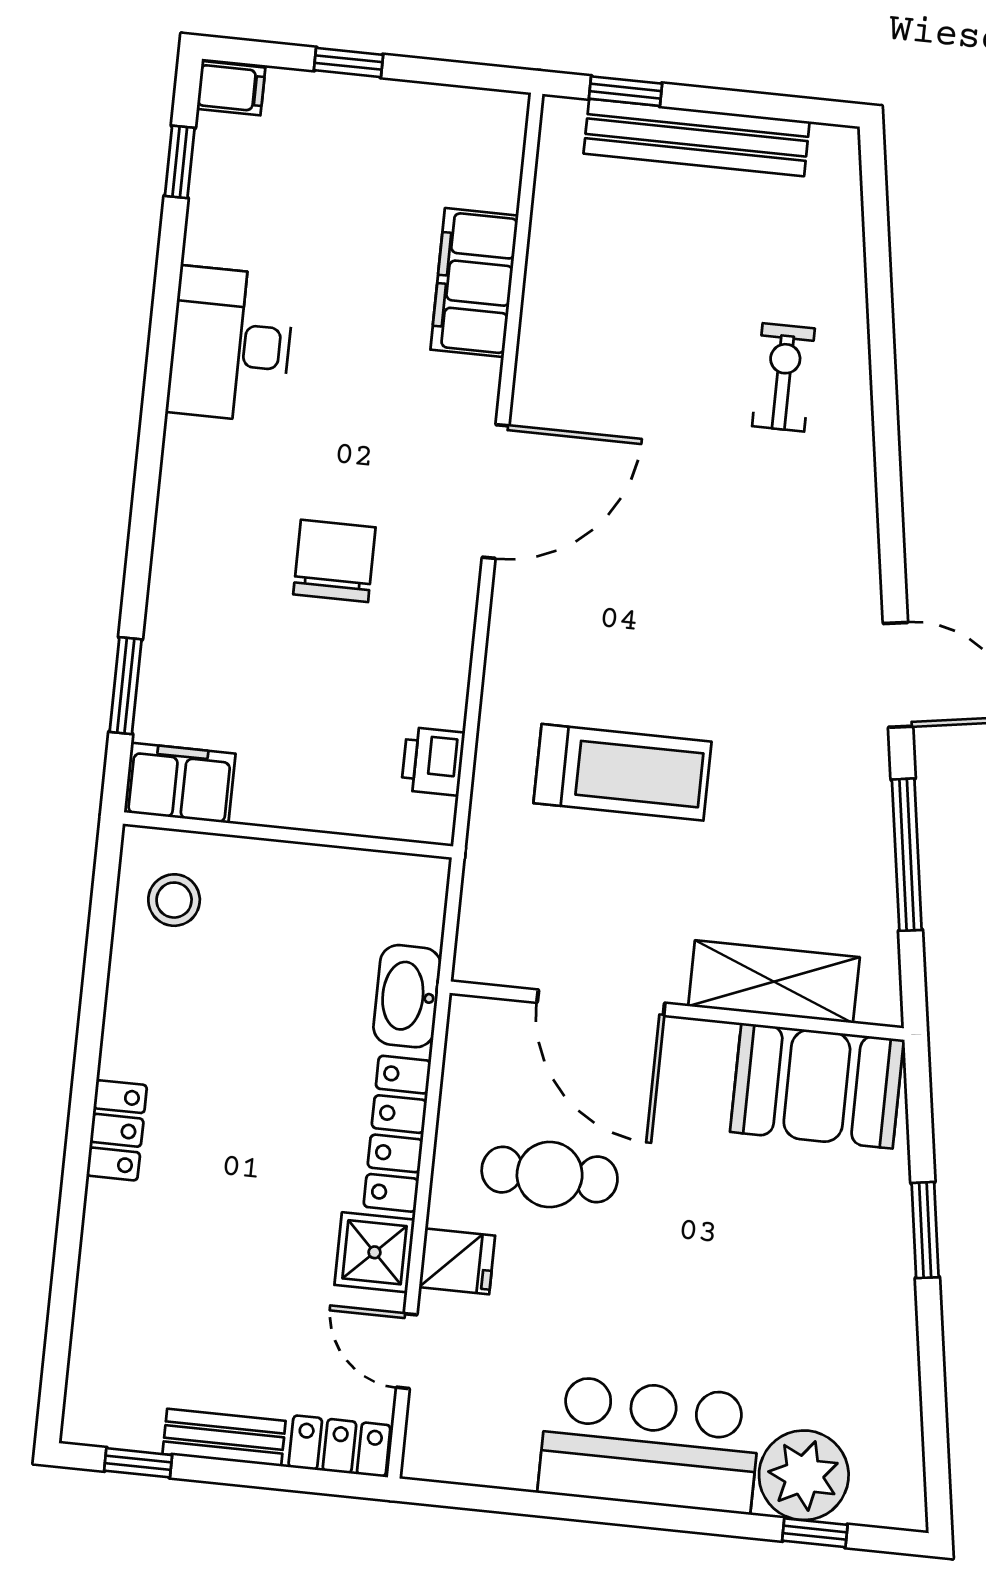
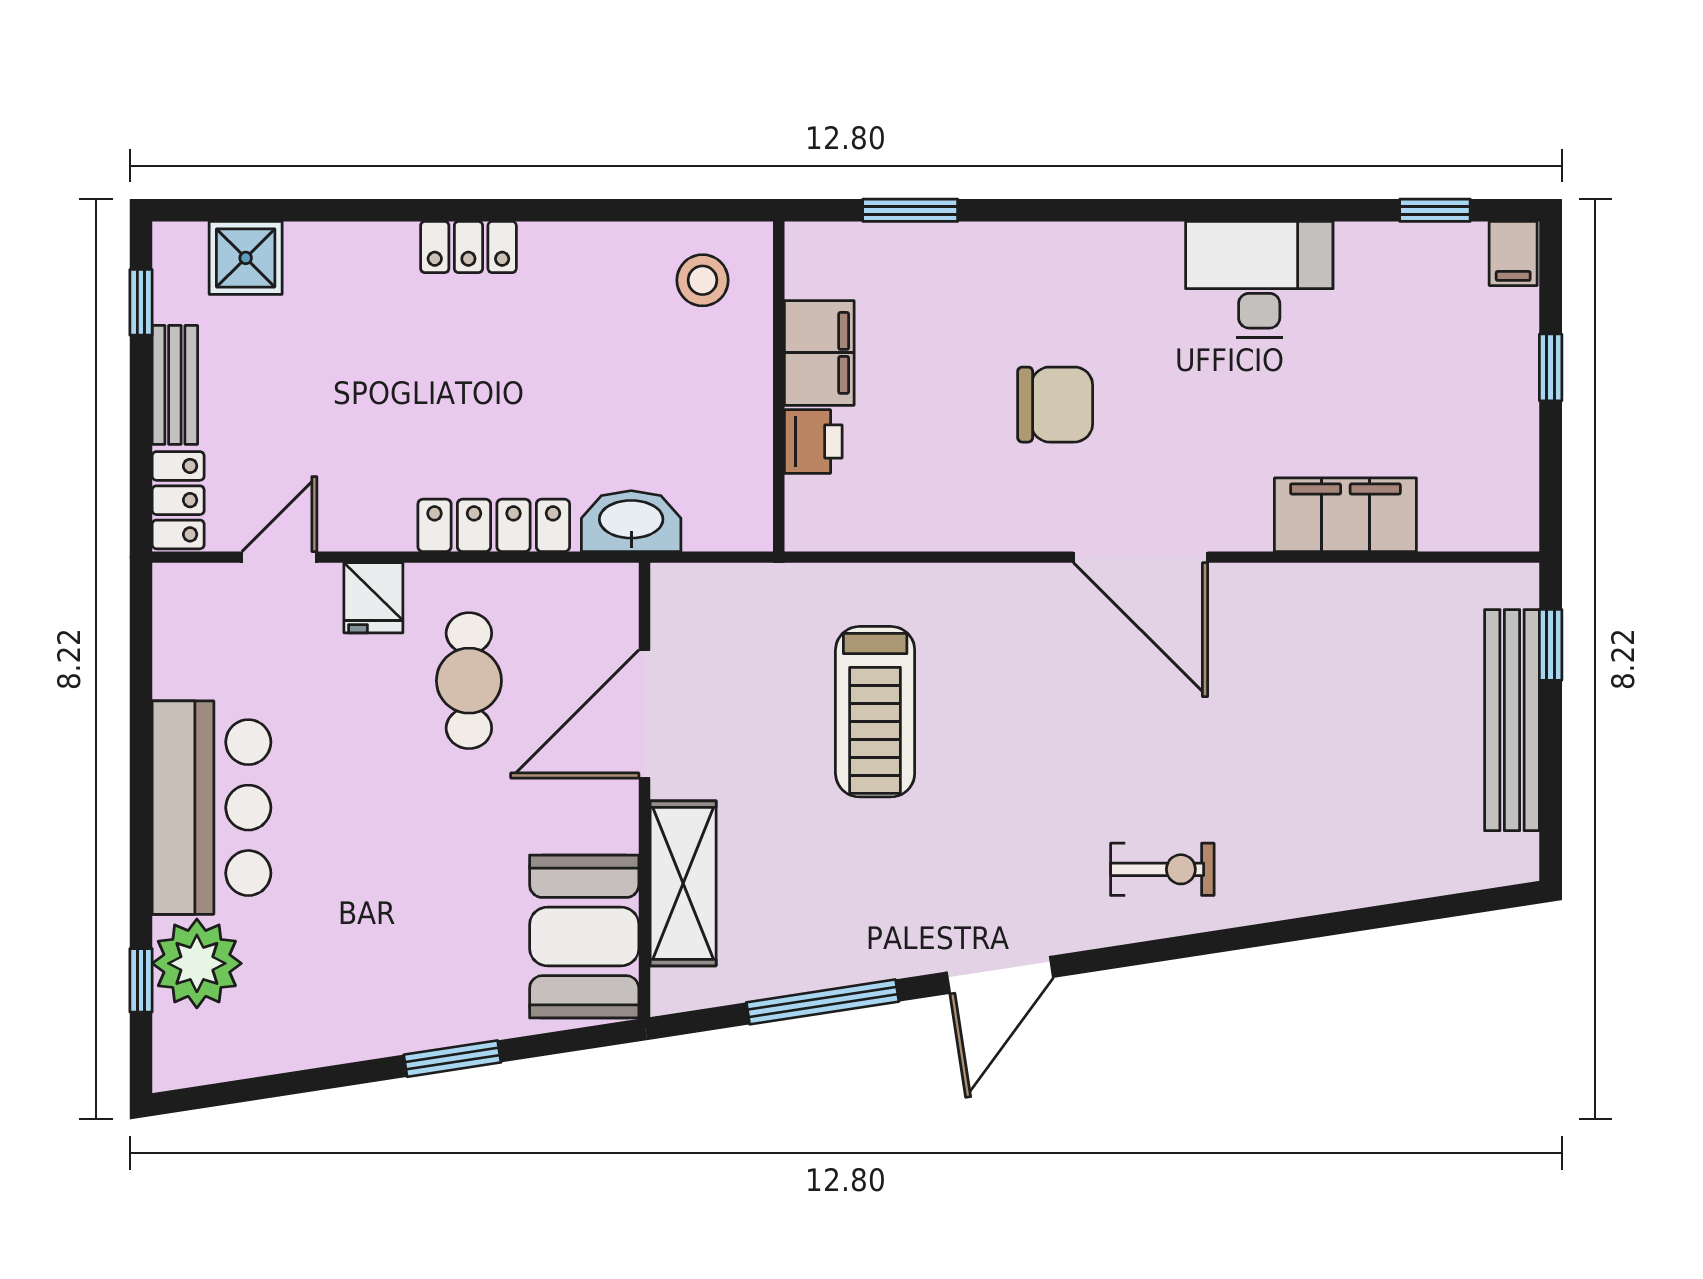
exercise bike: (783, 377) -> (1162, 869), moved
printer: (433, 761) -> (813, 442), moved, turned 90
filing cabinet: (180, 783) -> (819, 353), moved
shower: (375, 1252) -> (246, 258), moved

